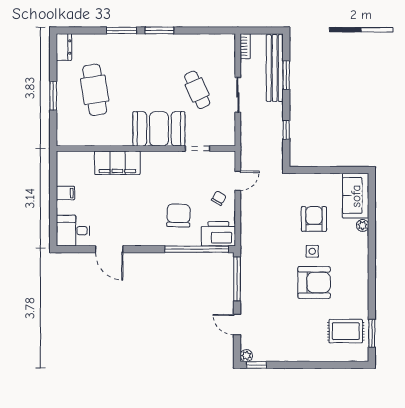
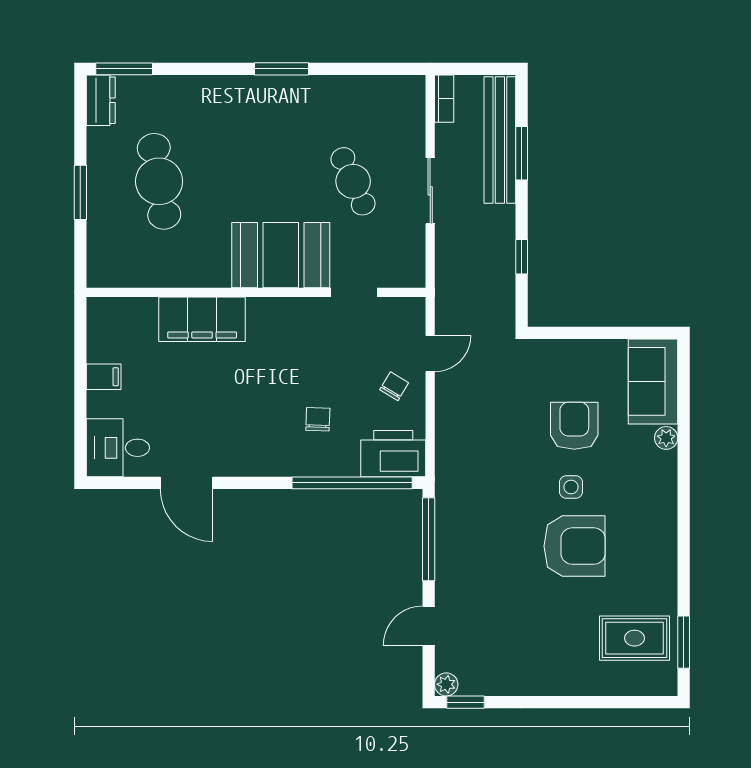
window: (121, 30) -> (124, 69), moved
chair: (179, 216) -> (318, 419), width x0.54, depth x0.54
door: (237, 325) -> (429, 626), hinge flipped

